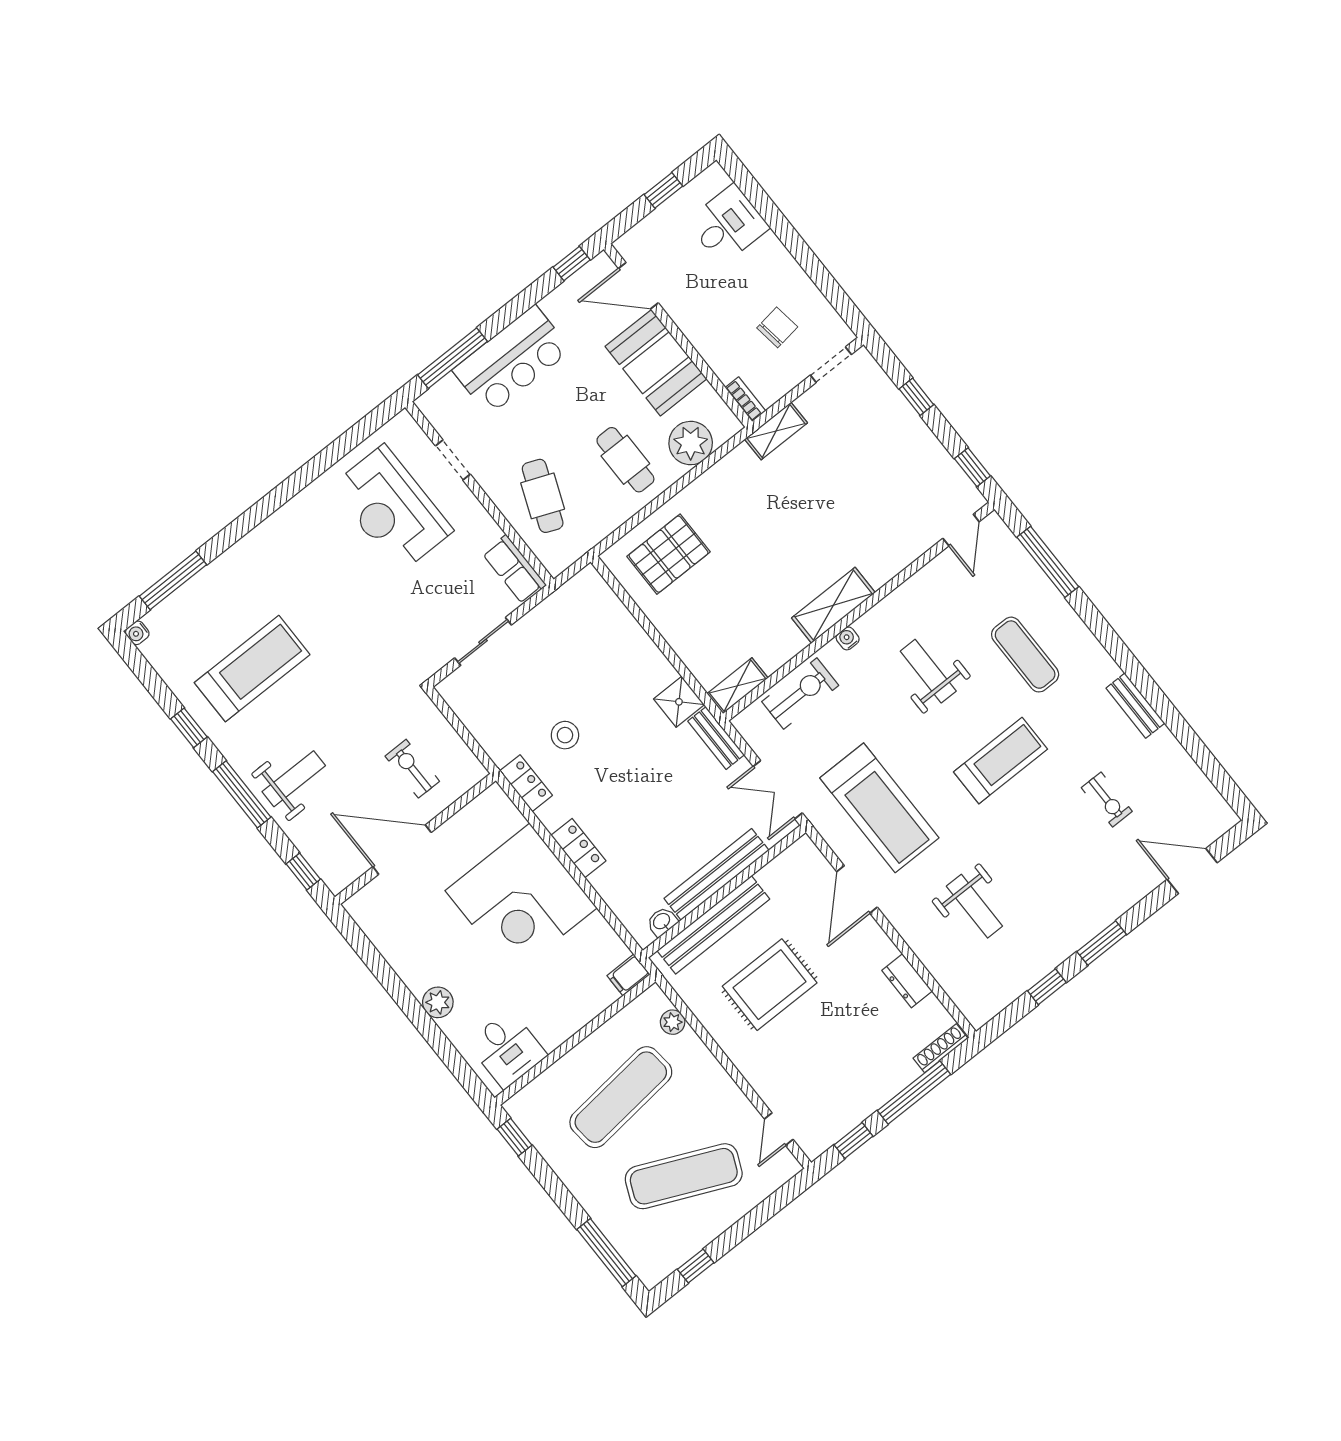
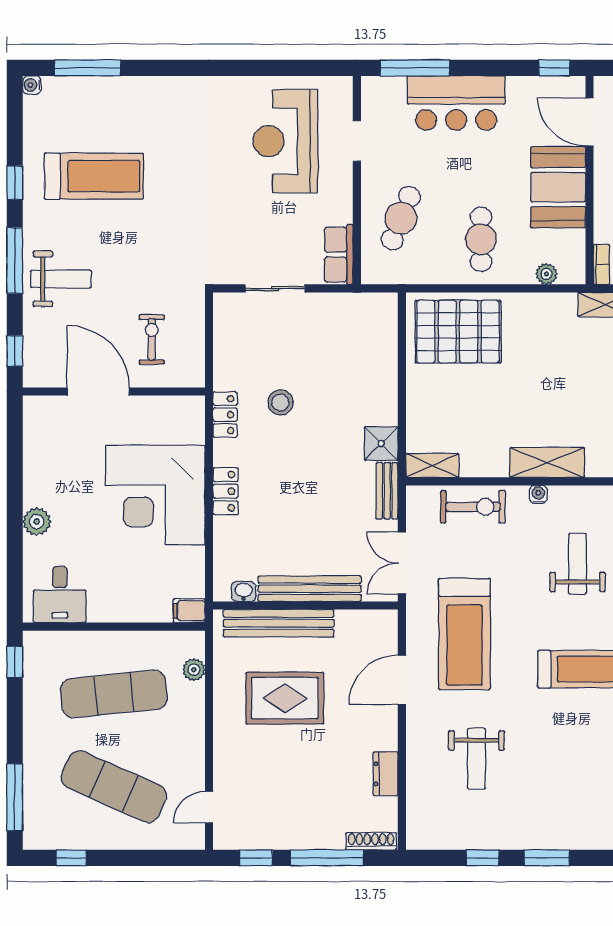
plant: (691, 443) -> (546, 274), width x0.53, depth x0.53
pallet: (669, 554) -> (458, 332), width x1.37, depth x1.41

